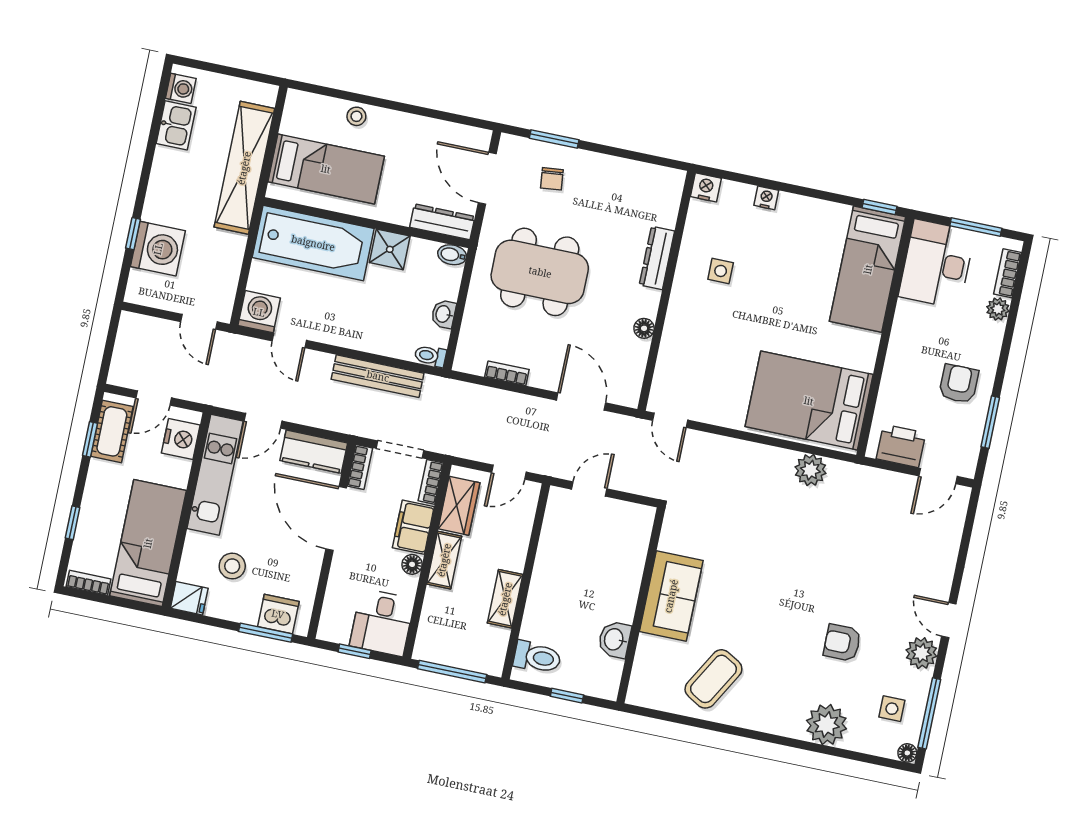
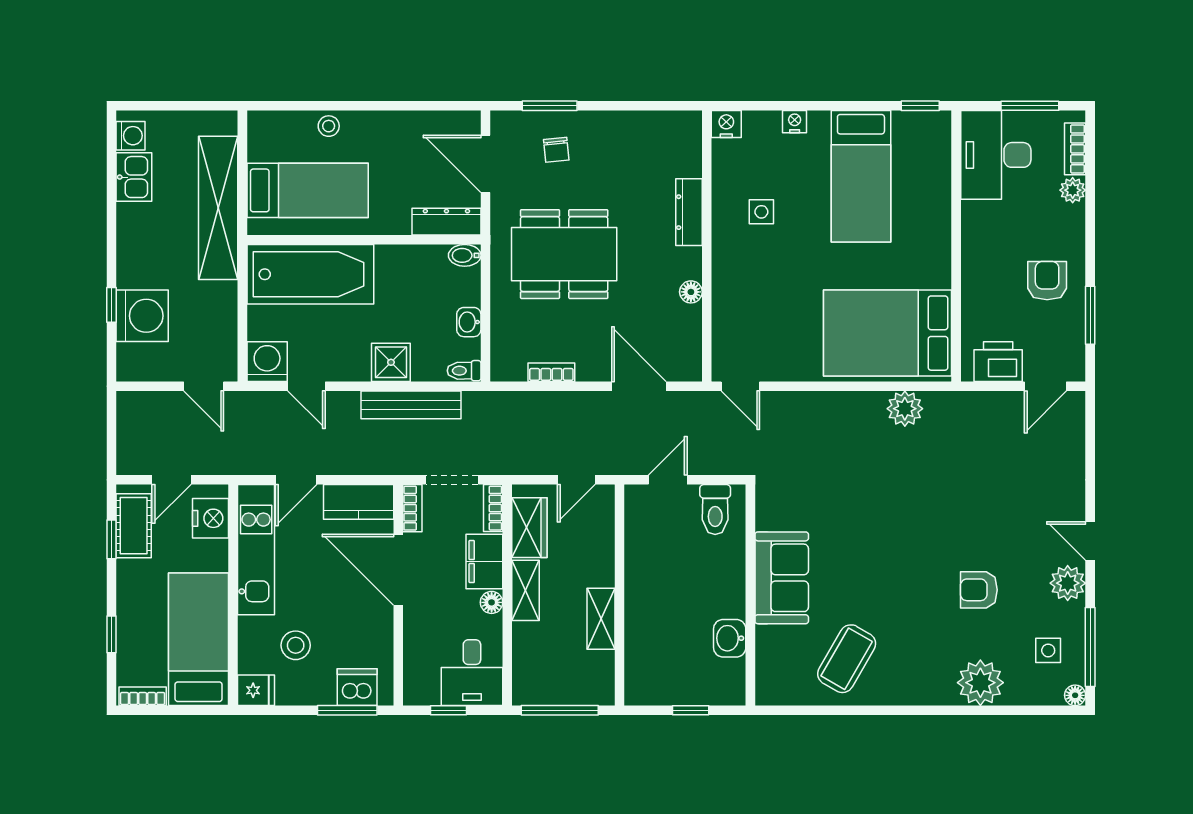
shower: (390, 249) -> (391, 362), moved
bed: (868, 269) -> (861, 176), moved
toilet: (537, 657) -> (715, 510), moved, turned 90

